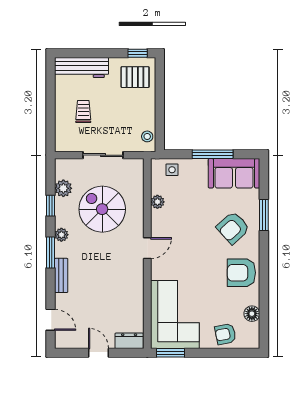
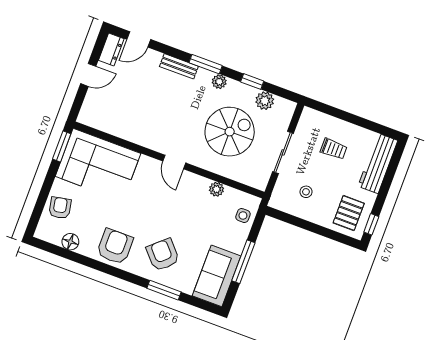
stool: (147, 136) -> (306, 192), moved
dresser: (129, 341) -> (111, 50), moved

